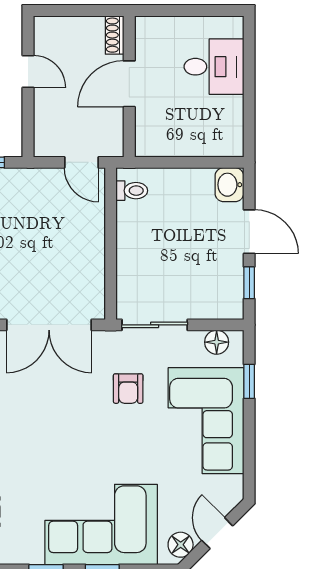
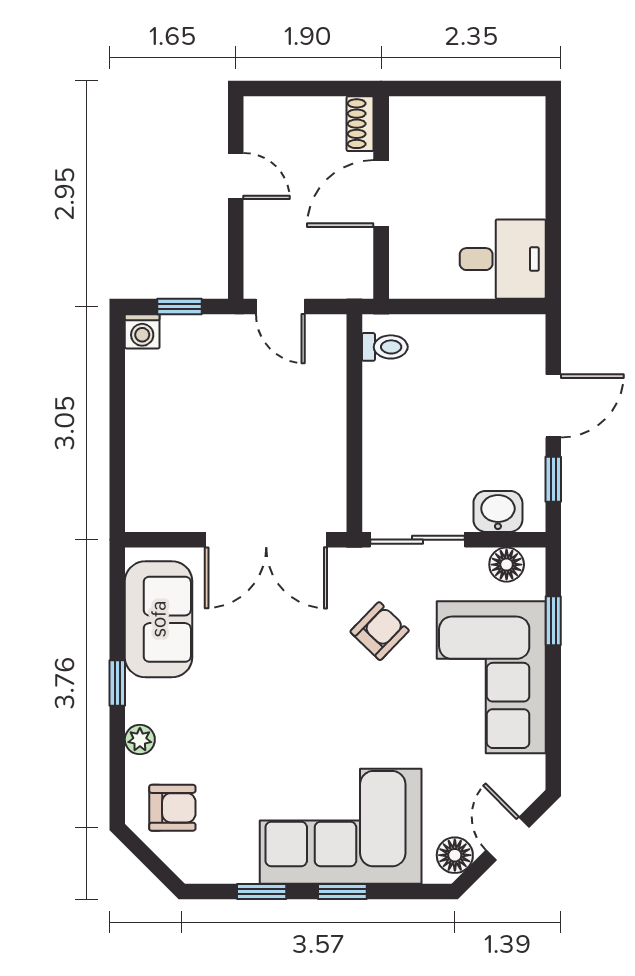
desk: (214, 67) -> (503, 259), moved
door: (81, 162) -> (280, 306), moved
washbasin: (229, 185) -> (498, 511), moved, turned 90
door: (249, 232) -> (553, 406), hinge flipped
armchair: (128, 389) -> (380, 631), turned -136

